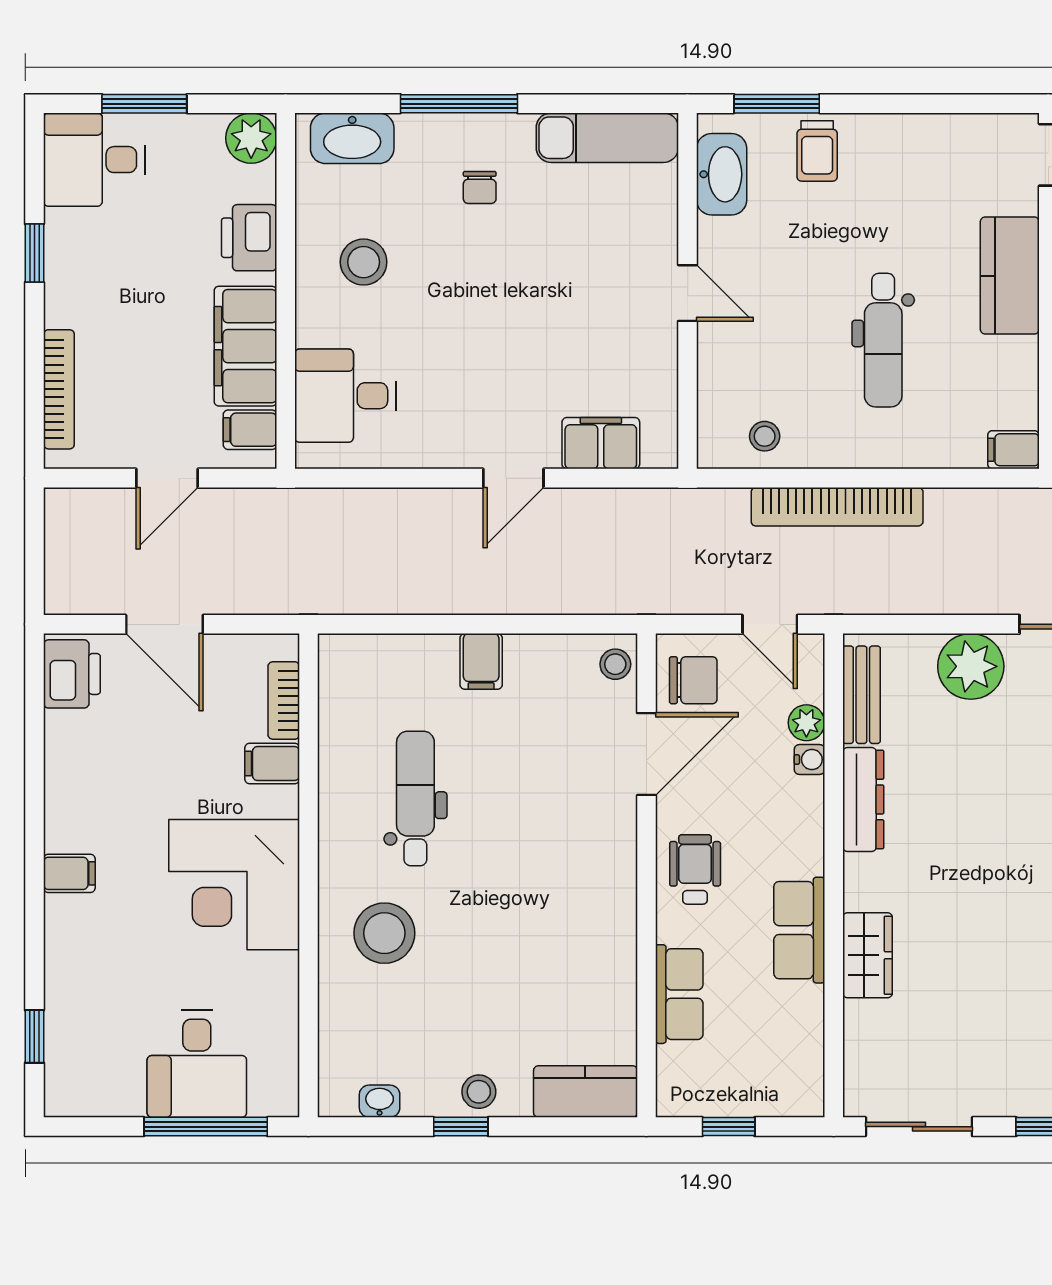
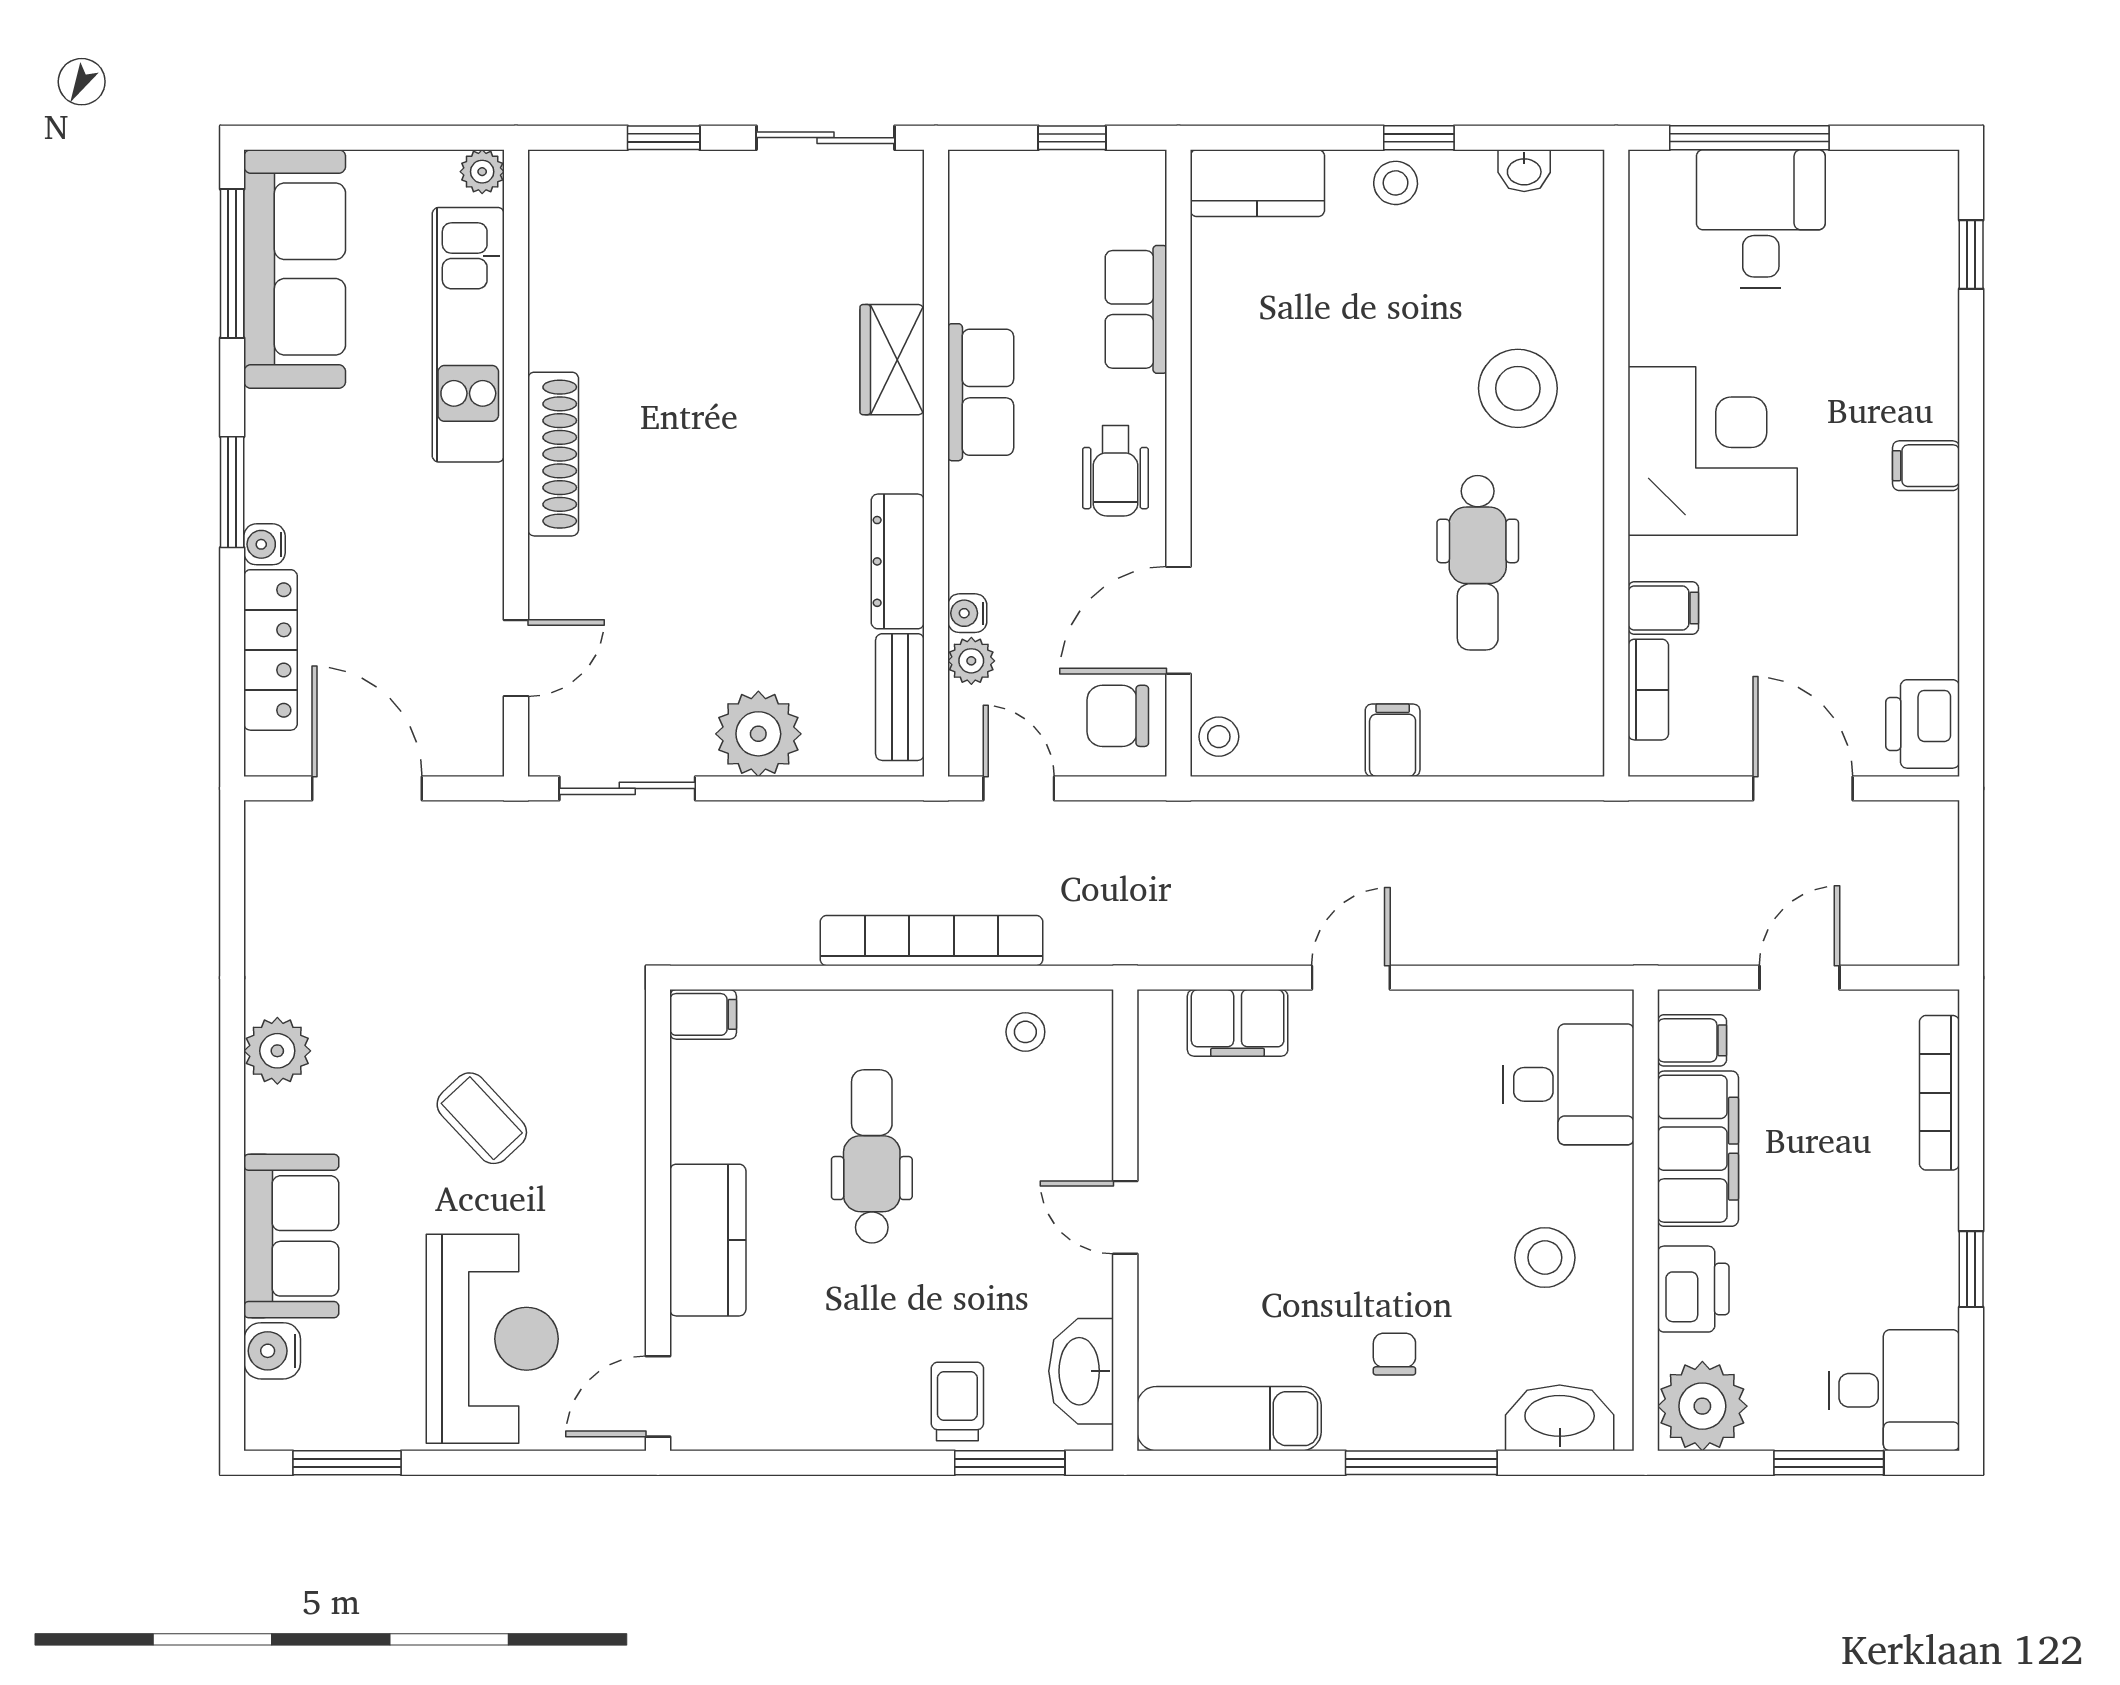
plant: (251, 138) -> (1702, 1406), width x1.36, depth x1.36

